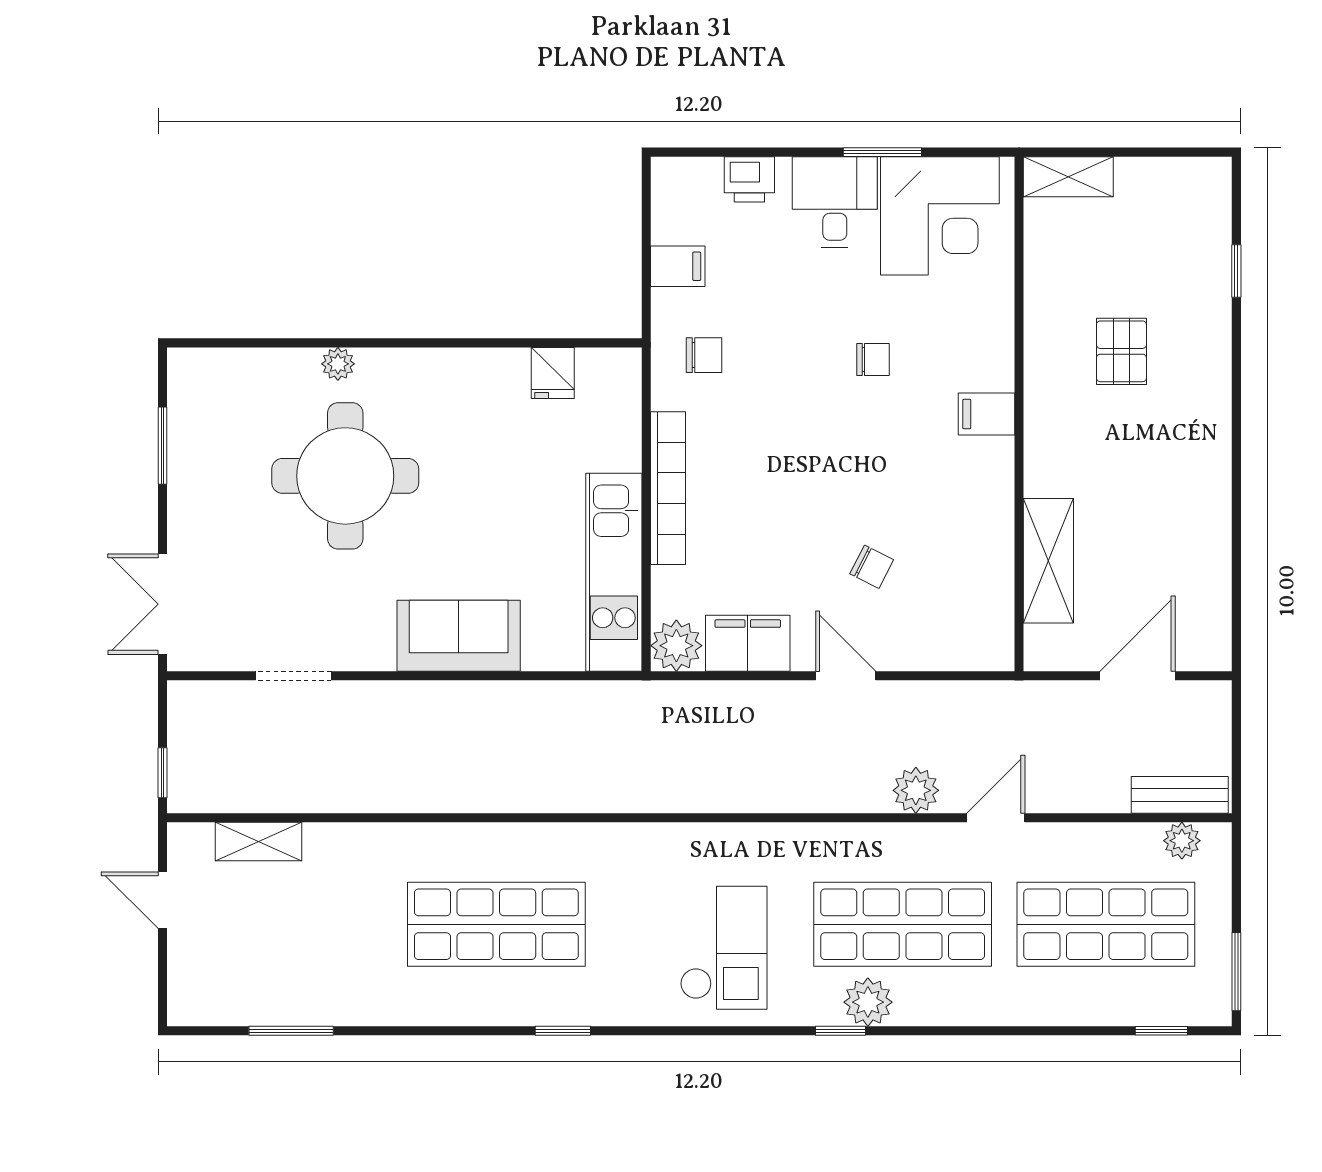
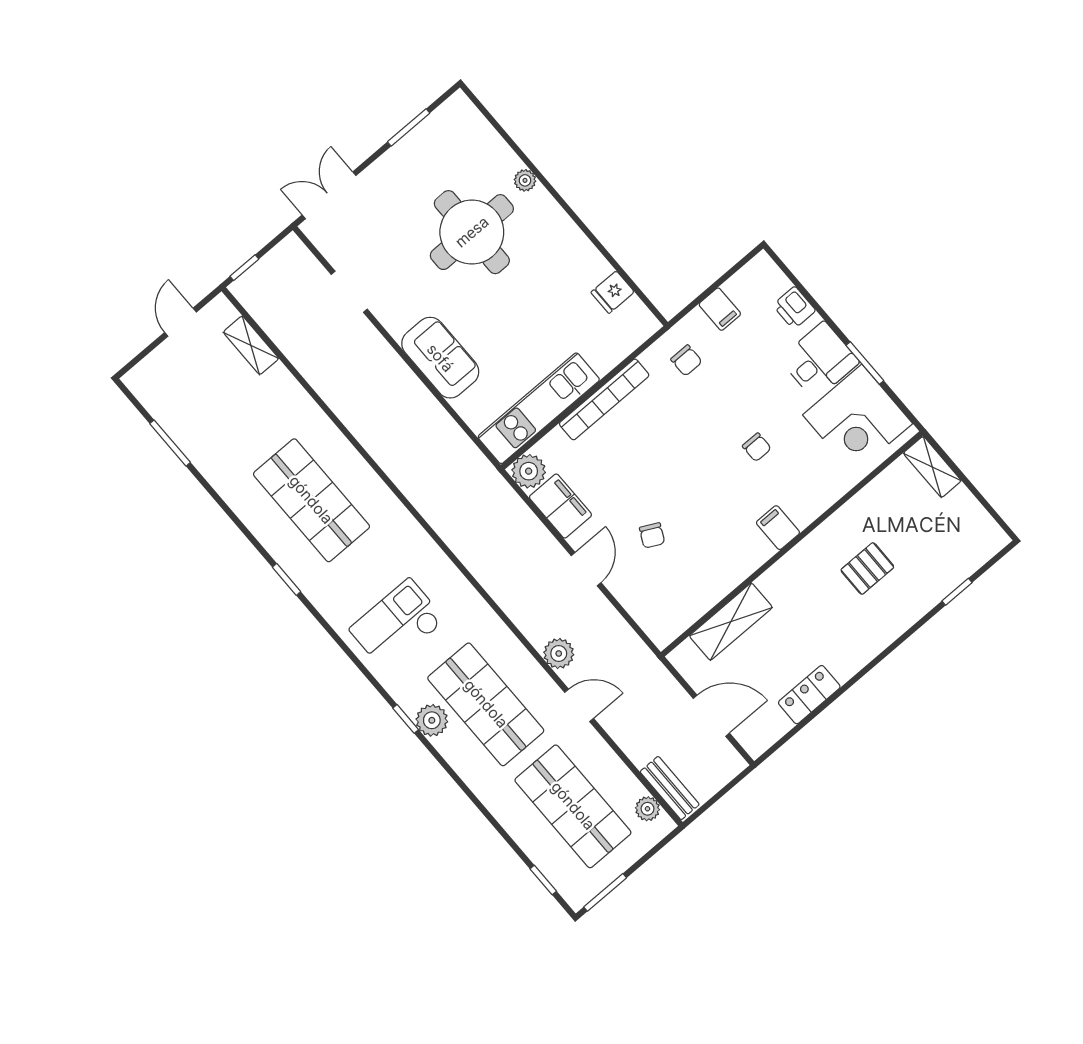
locker: (1210, 542) -> (809, 695), added
checkout: (724, 948) -> (397, 625), turned 180

